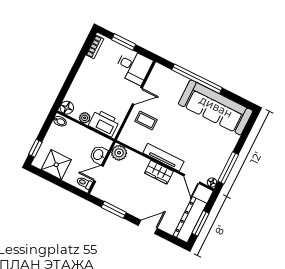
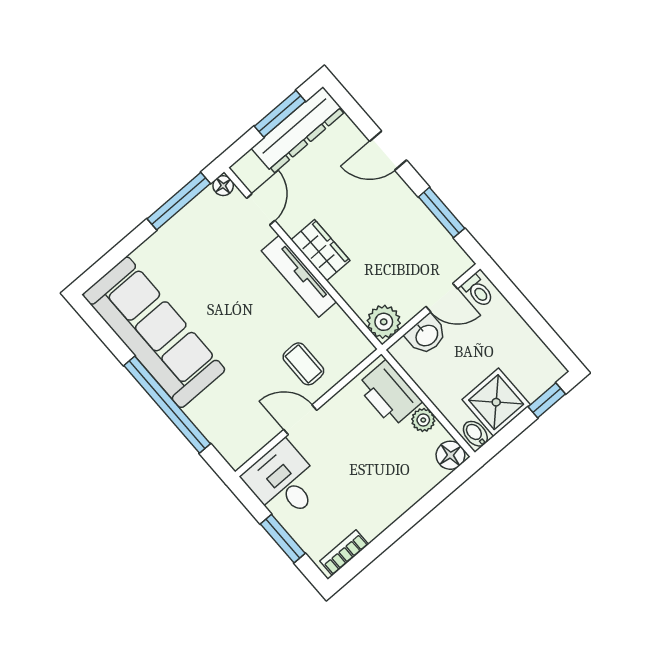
shower: (56, 165) -> (496, 402), moved

